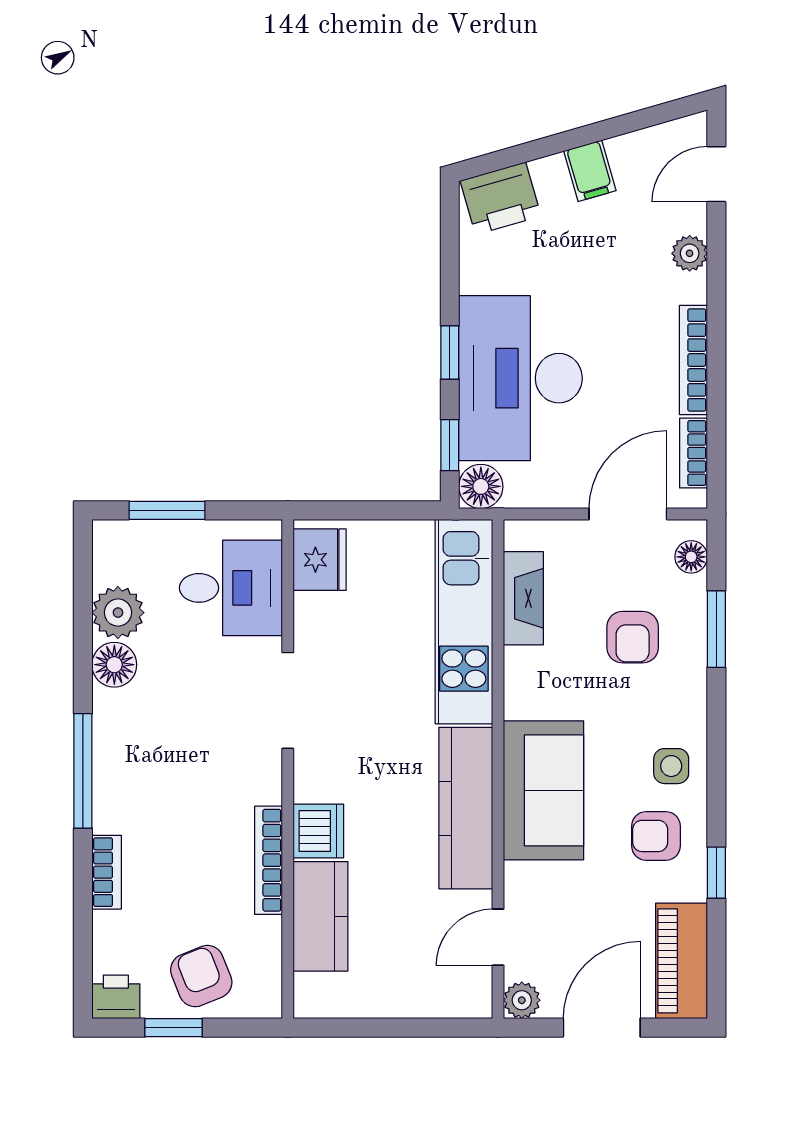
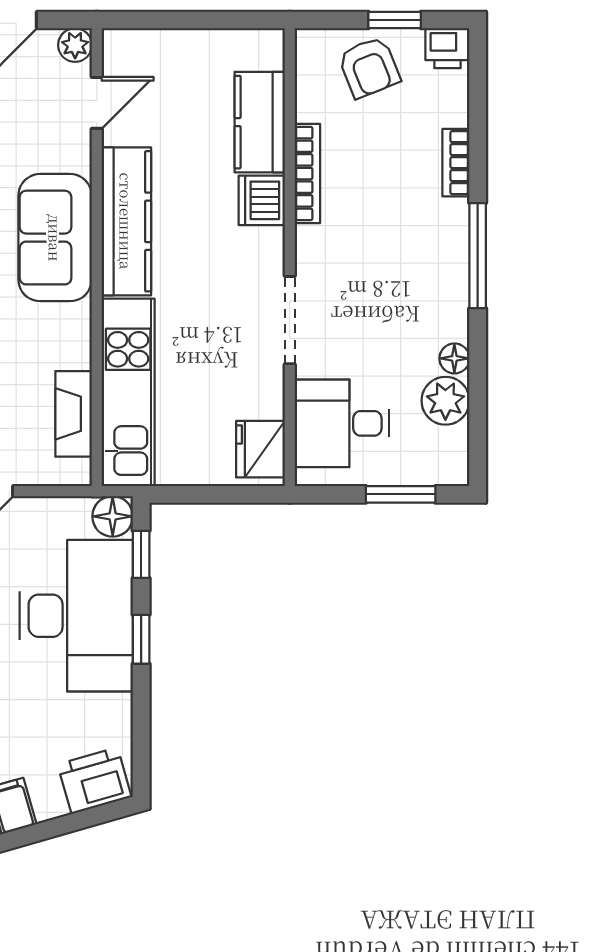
floor lamp: (114, 665) -> (454, 358), width x0.73, depth x0.73

